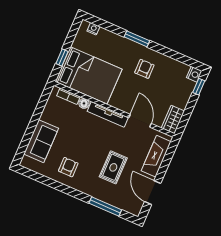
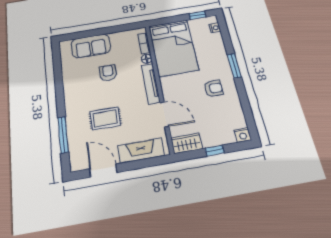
window: (62, 57) -> (197, 15), moved
window: (199, 87) -> (215, 151), moved
door: (140, 121) -> (164, 114), hinge flipped
armchair: (68, 167) -> (108, 73), moved, turned -90
door: (153, 193) -> (103, 171), hinge flipped

